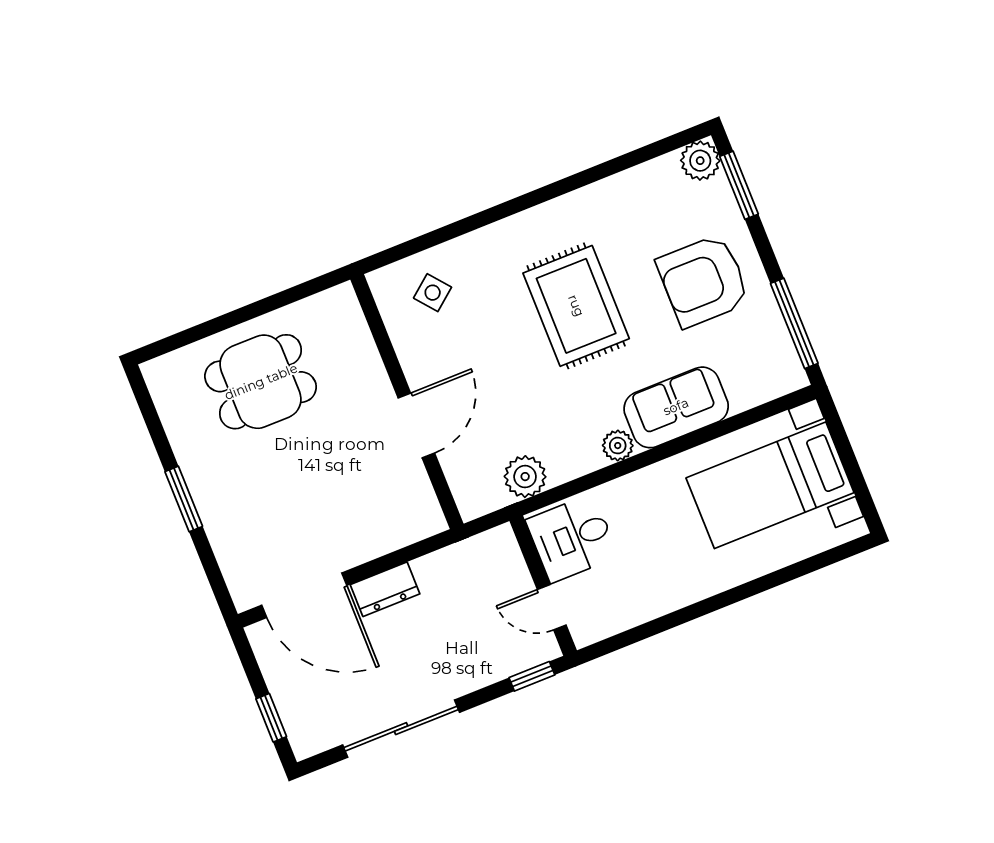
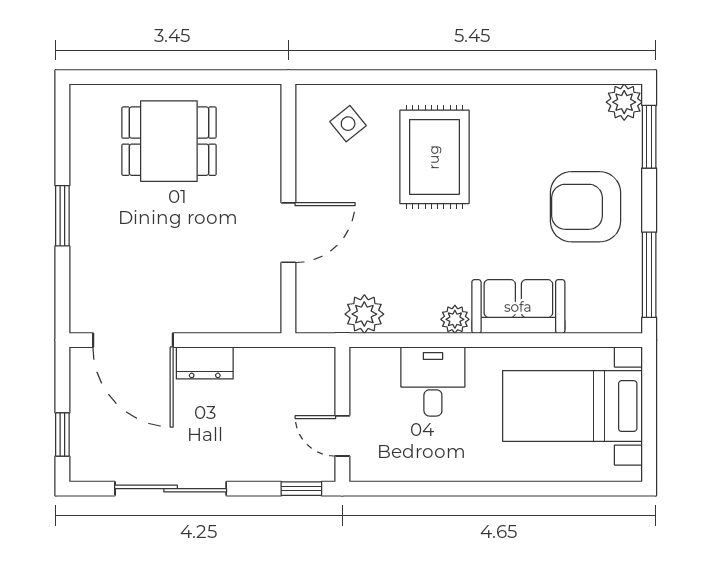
rug: (576, 306) -> (434, 157), moved
desk: (572, 538) -> (433, 382), moved, turned 90

